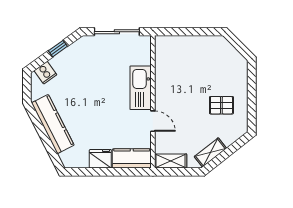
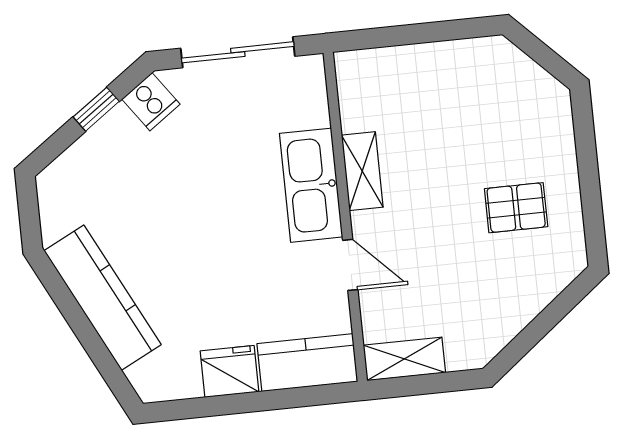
cooker: (45, 73) -> (151, 102), moved
shelving: (210, 152) -> (362, 171), moved, turned -52

